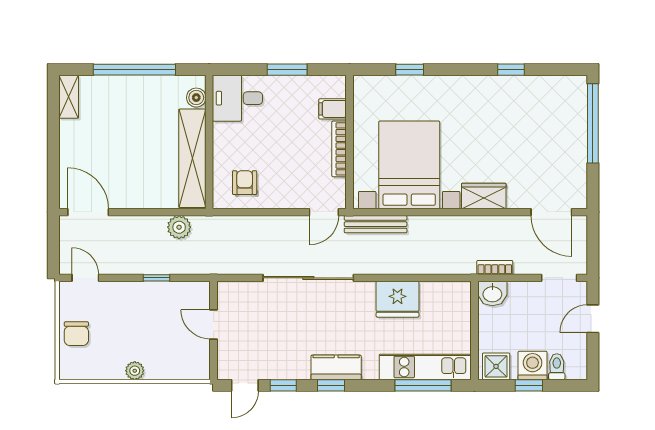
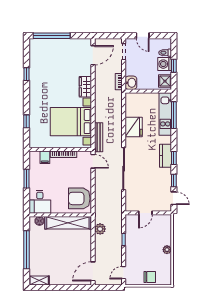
armchair: (245, 183) -> (79, 198), width x1.88, depth x1.88

